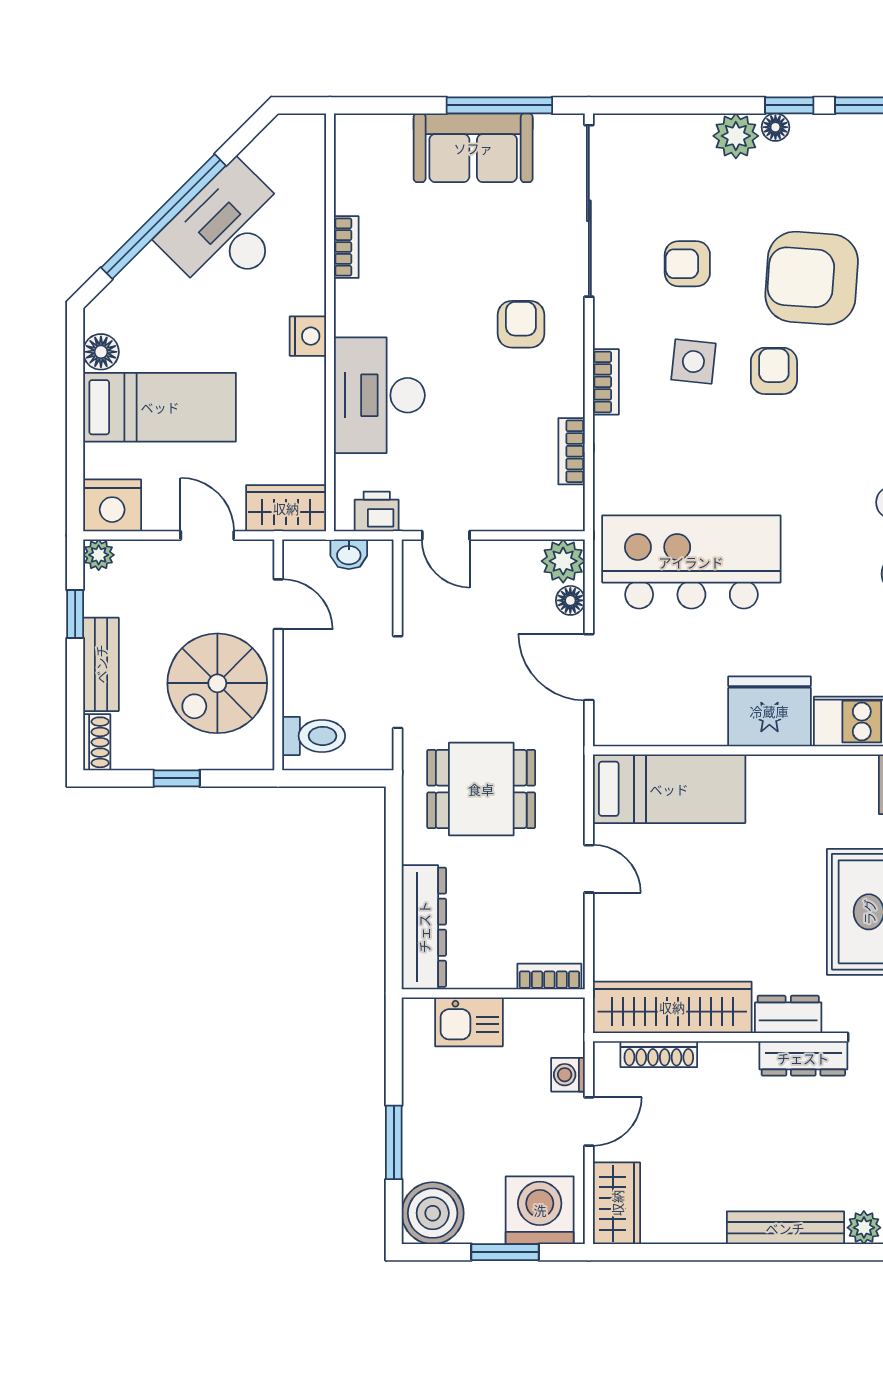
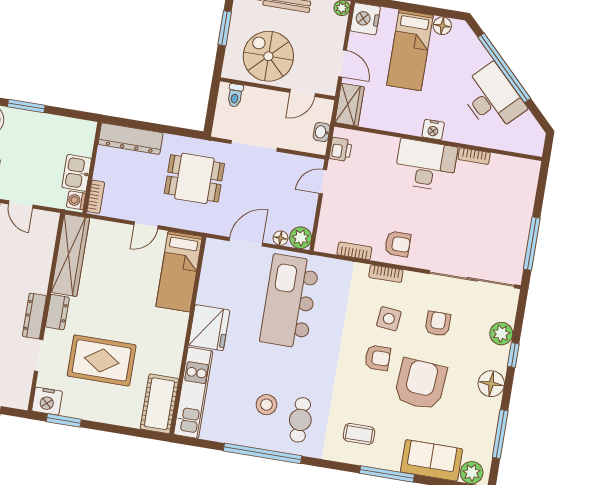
window: (789, 105) -> (513, 355), moved
floor lamp: (775, 127) -> (491, 384), width x1.89, depth x1.89
plant: (736, 136) -> (501, 334), moved
sofa: (473, 148) -> (513, 227), removed
armchair: (521, 324) -> (398, 244), moved
desk: (379, 395) -> (426, 165), moved
door: (207, 535) -> (343, 63), hinge flipped
kitchen island: (691, 562) -> (290, 301), turned 180
toilet: (314, 736) -> (235, 95), width x0.73, depth x0.72
window: (177, 778) -> (225, 28), width x1.50
dining table: (481, 789) -> (194, 178), turned 90
kitchen sink: (469, 1022) -> (77, 173), moved
shoe rack: (659, 1054) -> (48, 245), removed
washing machine: (568, 1075) -> (76, 200), moved, turned -90

